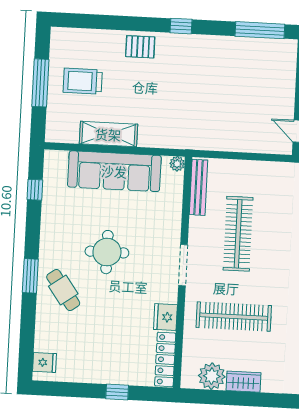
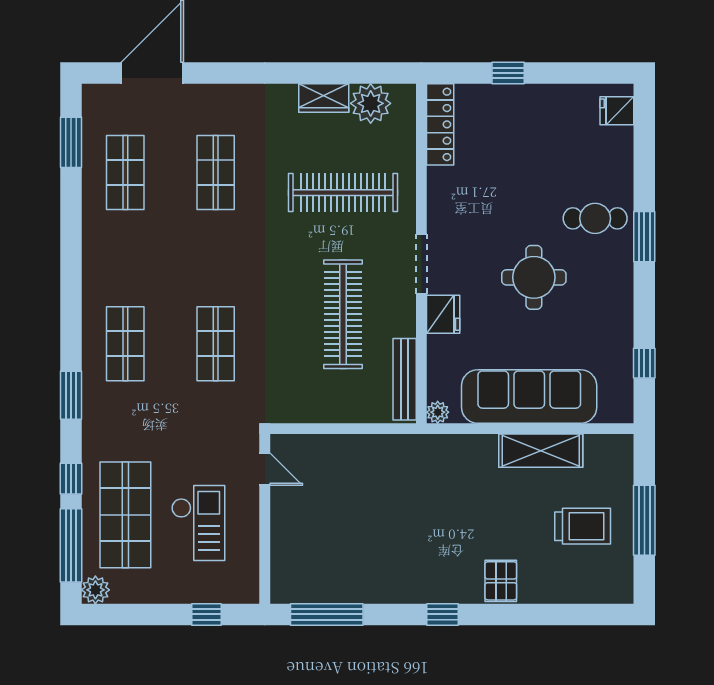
pallet: (140, 47) -> (501, 581), turned 90
cafe table: (63, 290) -> (595, 218), turned -54
fridge: (165, 317) -> (443, 314), moved

